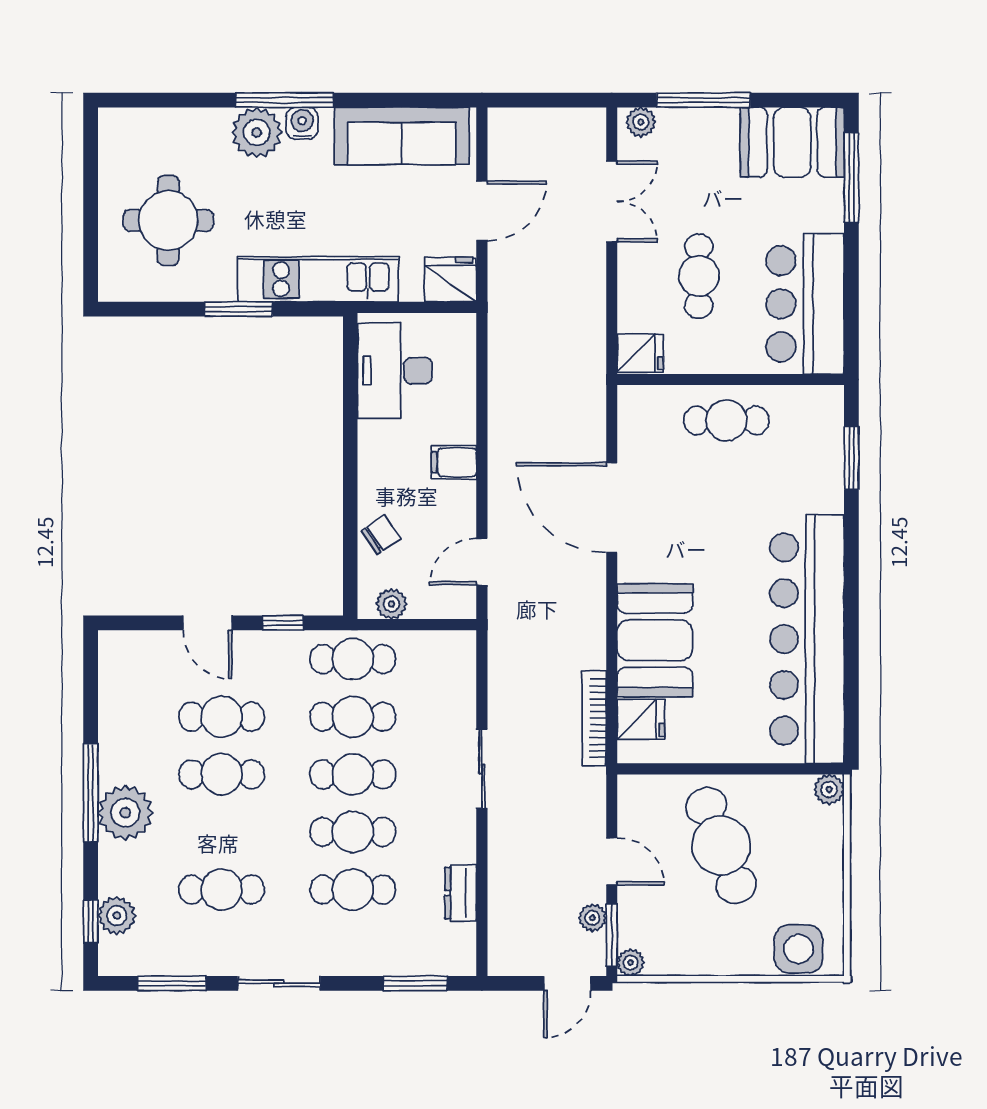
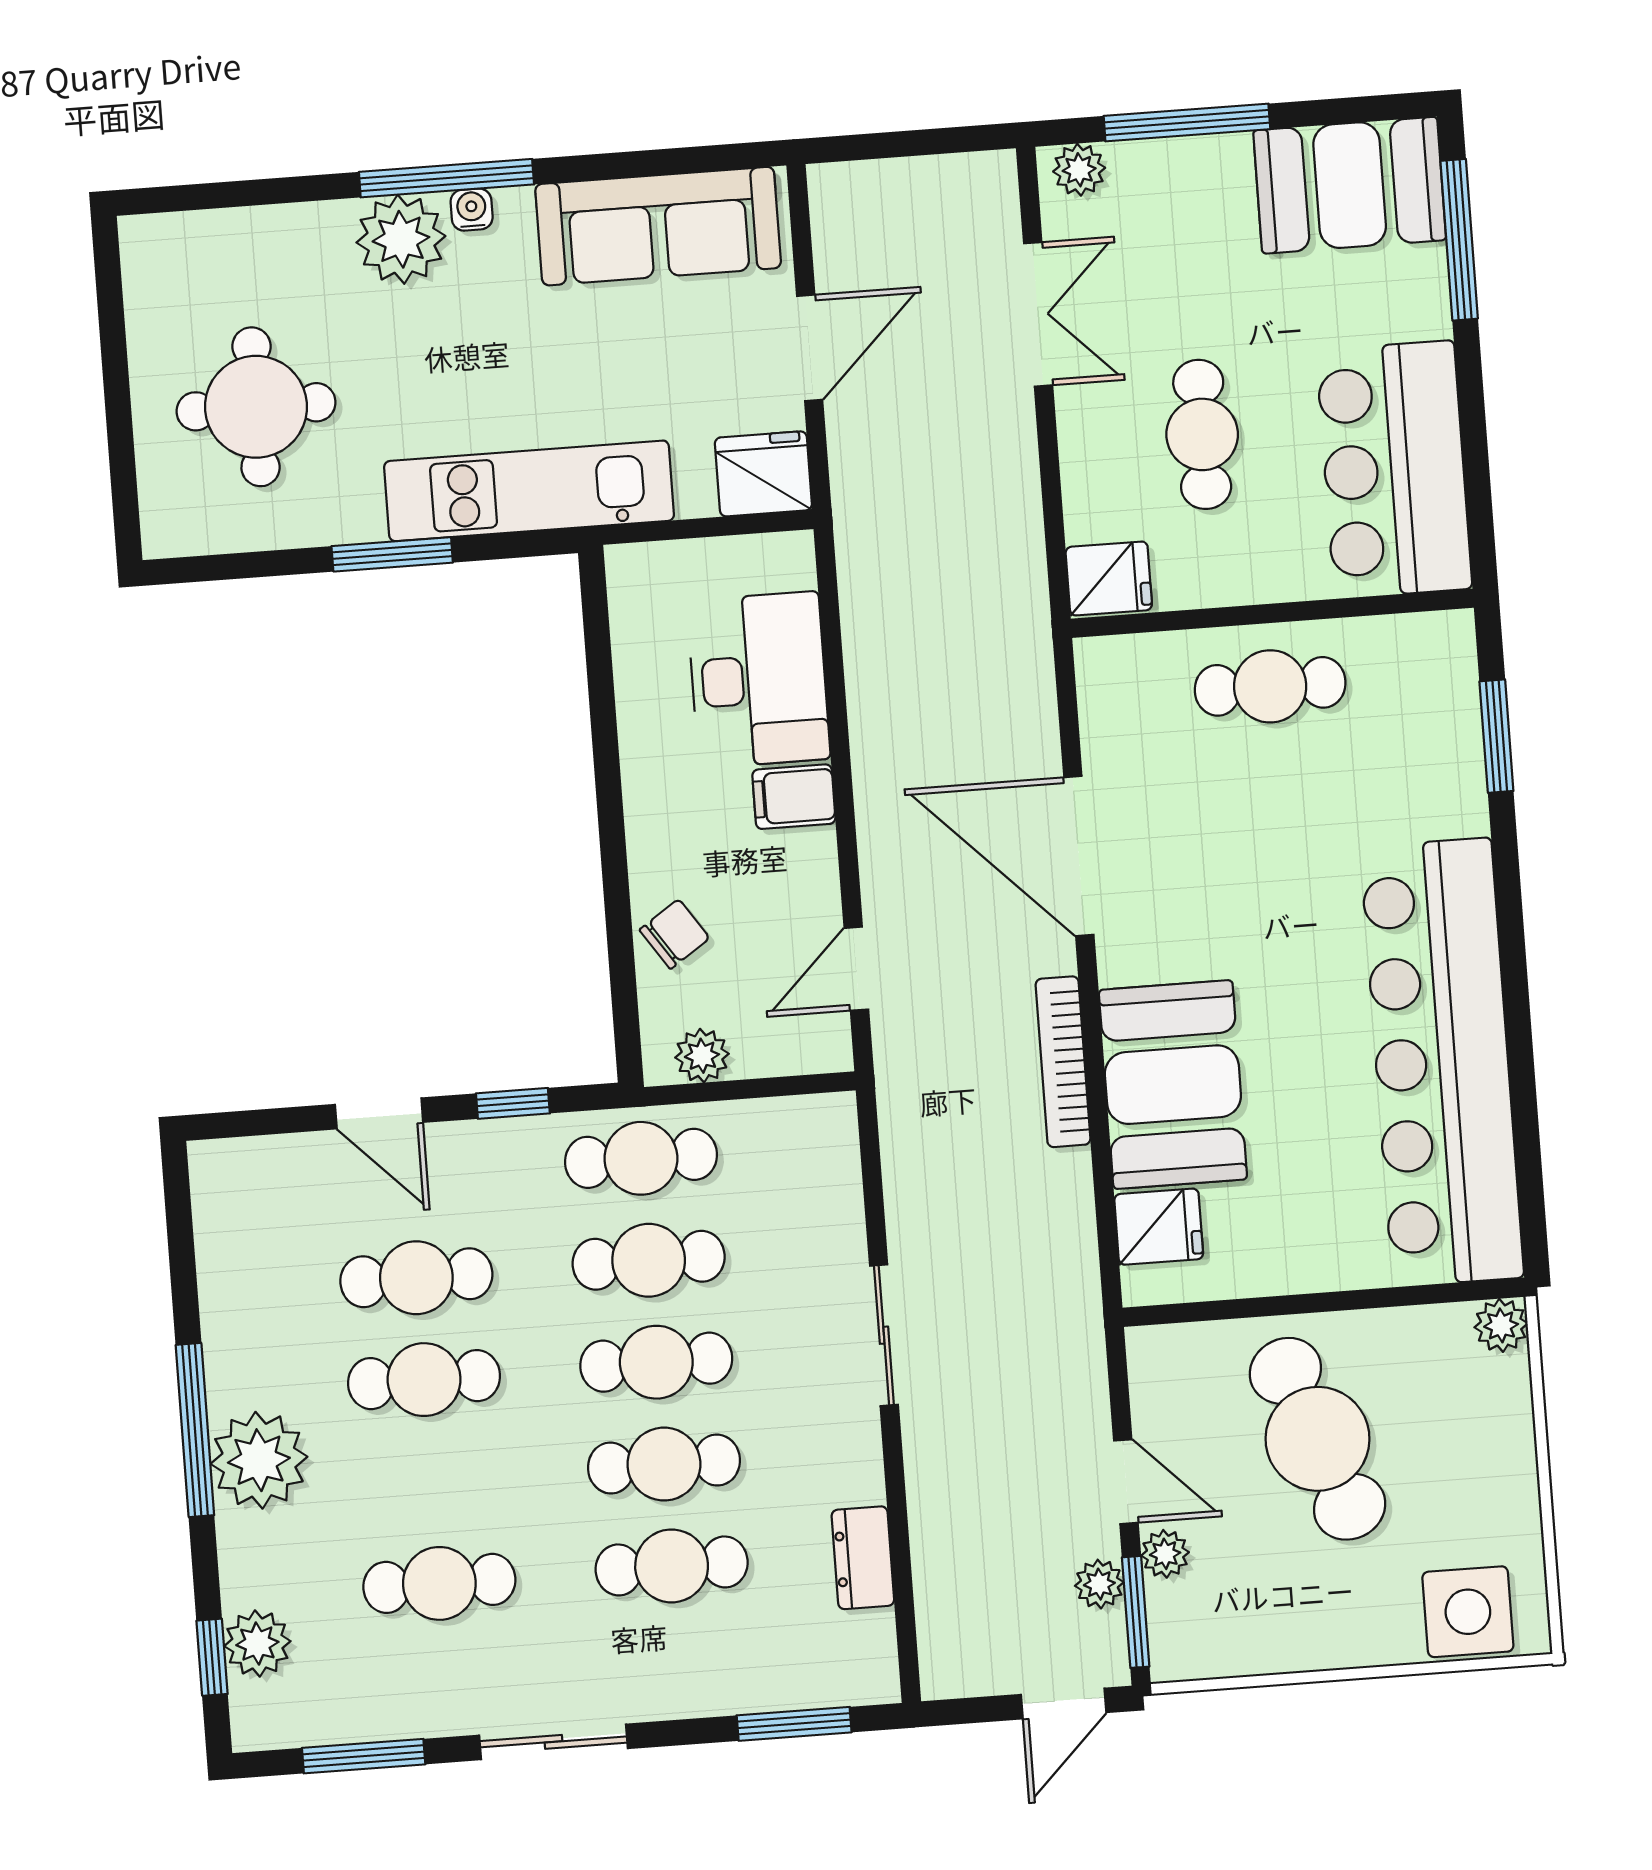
water cooler: (302, 123) -> (472, 210), width x0.72, depth x0.72
desk: (395, 371) -> (759, 680), moved, turned 180
bookcase: (594, 718) -> (1063, 1062), moved
plant: (631, 963) -> (1165, 1554), moved

